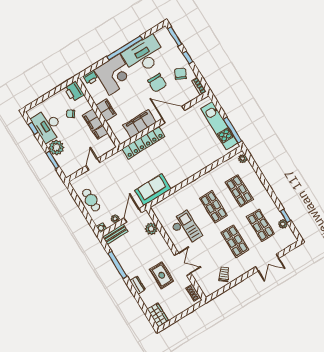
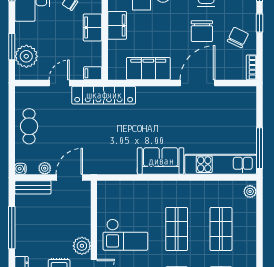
door: (173, 115) -> (198, 83), hinge flipped
kitchen unit: (219, 126) -> (221, 164), moved, turned 90
filing cabinet: (100, 132) -> (93, 73), moved
locker: (143, 143) -> (104, 95), moved
plant: (56, 147) -> (26, 56), moved
sofa: (153, 190) -> (161, 161), moved
checkout: (186, 228) -> (125, 235), turned 90
plant: (151, 229) -> (82, 246), moved

